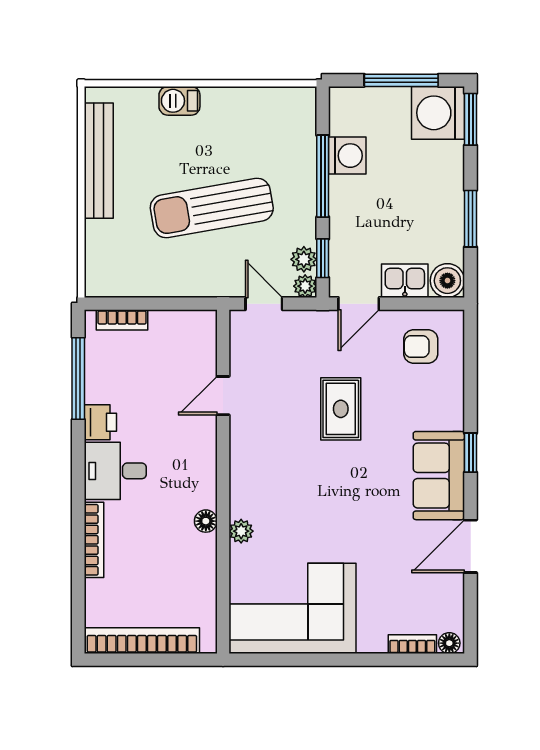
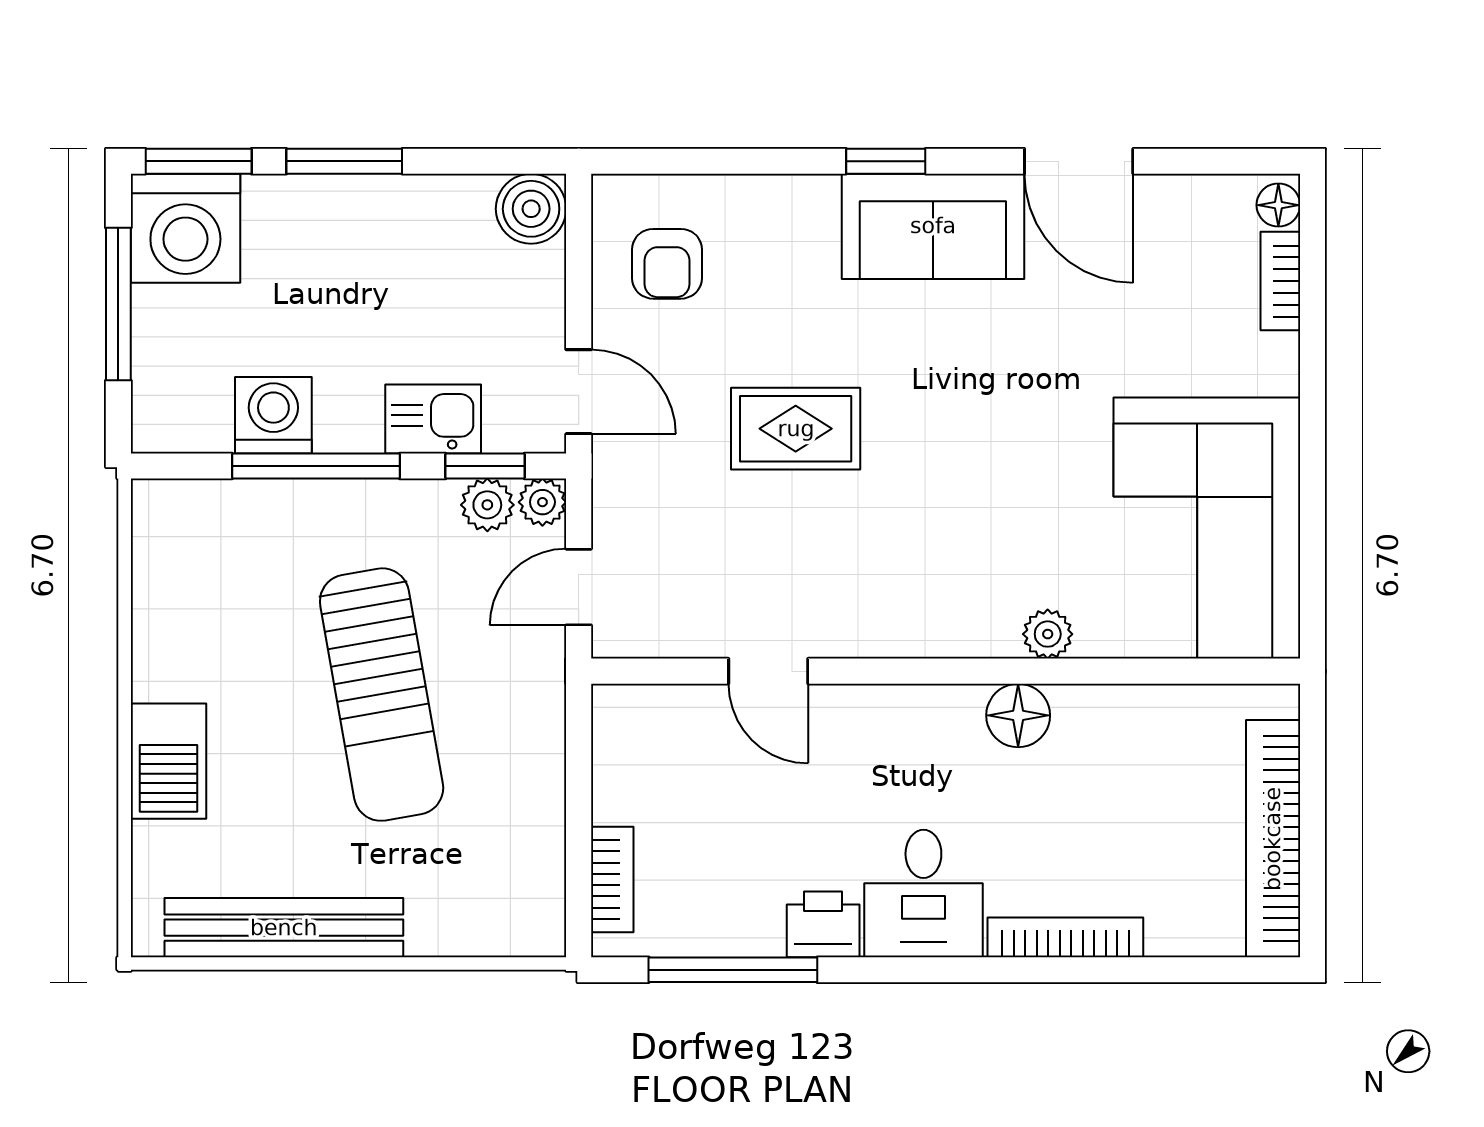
barbecue: (179, 101) -> (169, 761), width x1.38, depth x1.27
window: (471, 219) -> (344, 161), moved
kitchen sink: (405, 281) -> (433, 419), moved, turned 90
floor lamp: (206, 521) -> (1018, 715), width x1.37, depth x1.37

